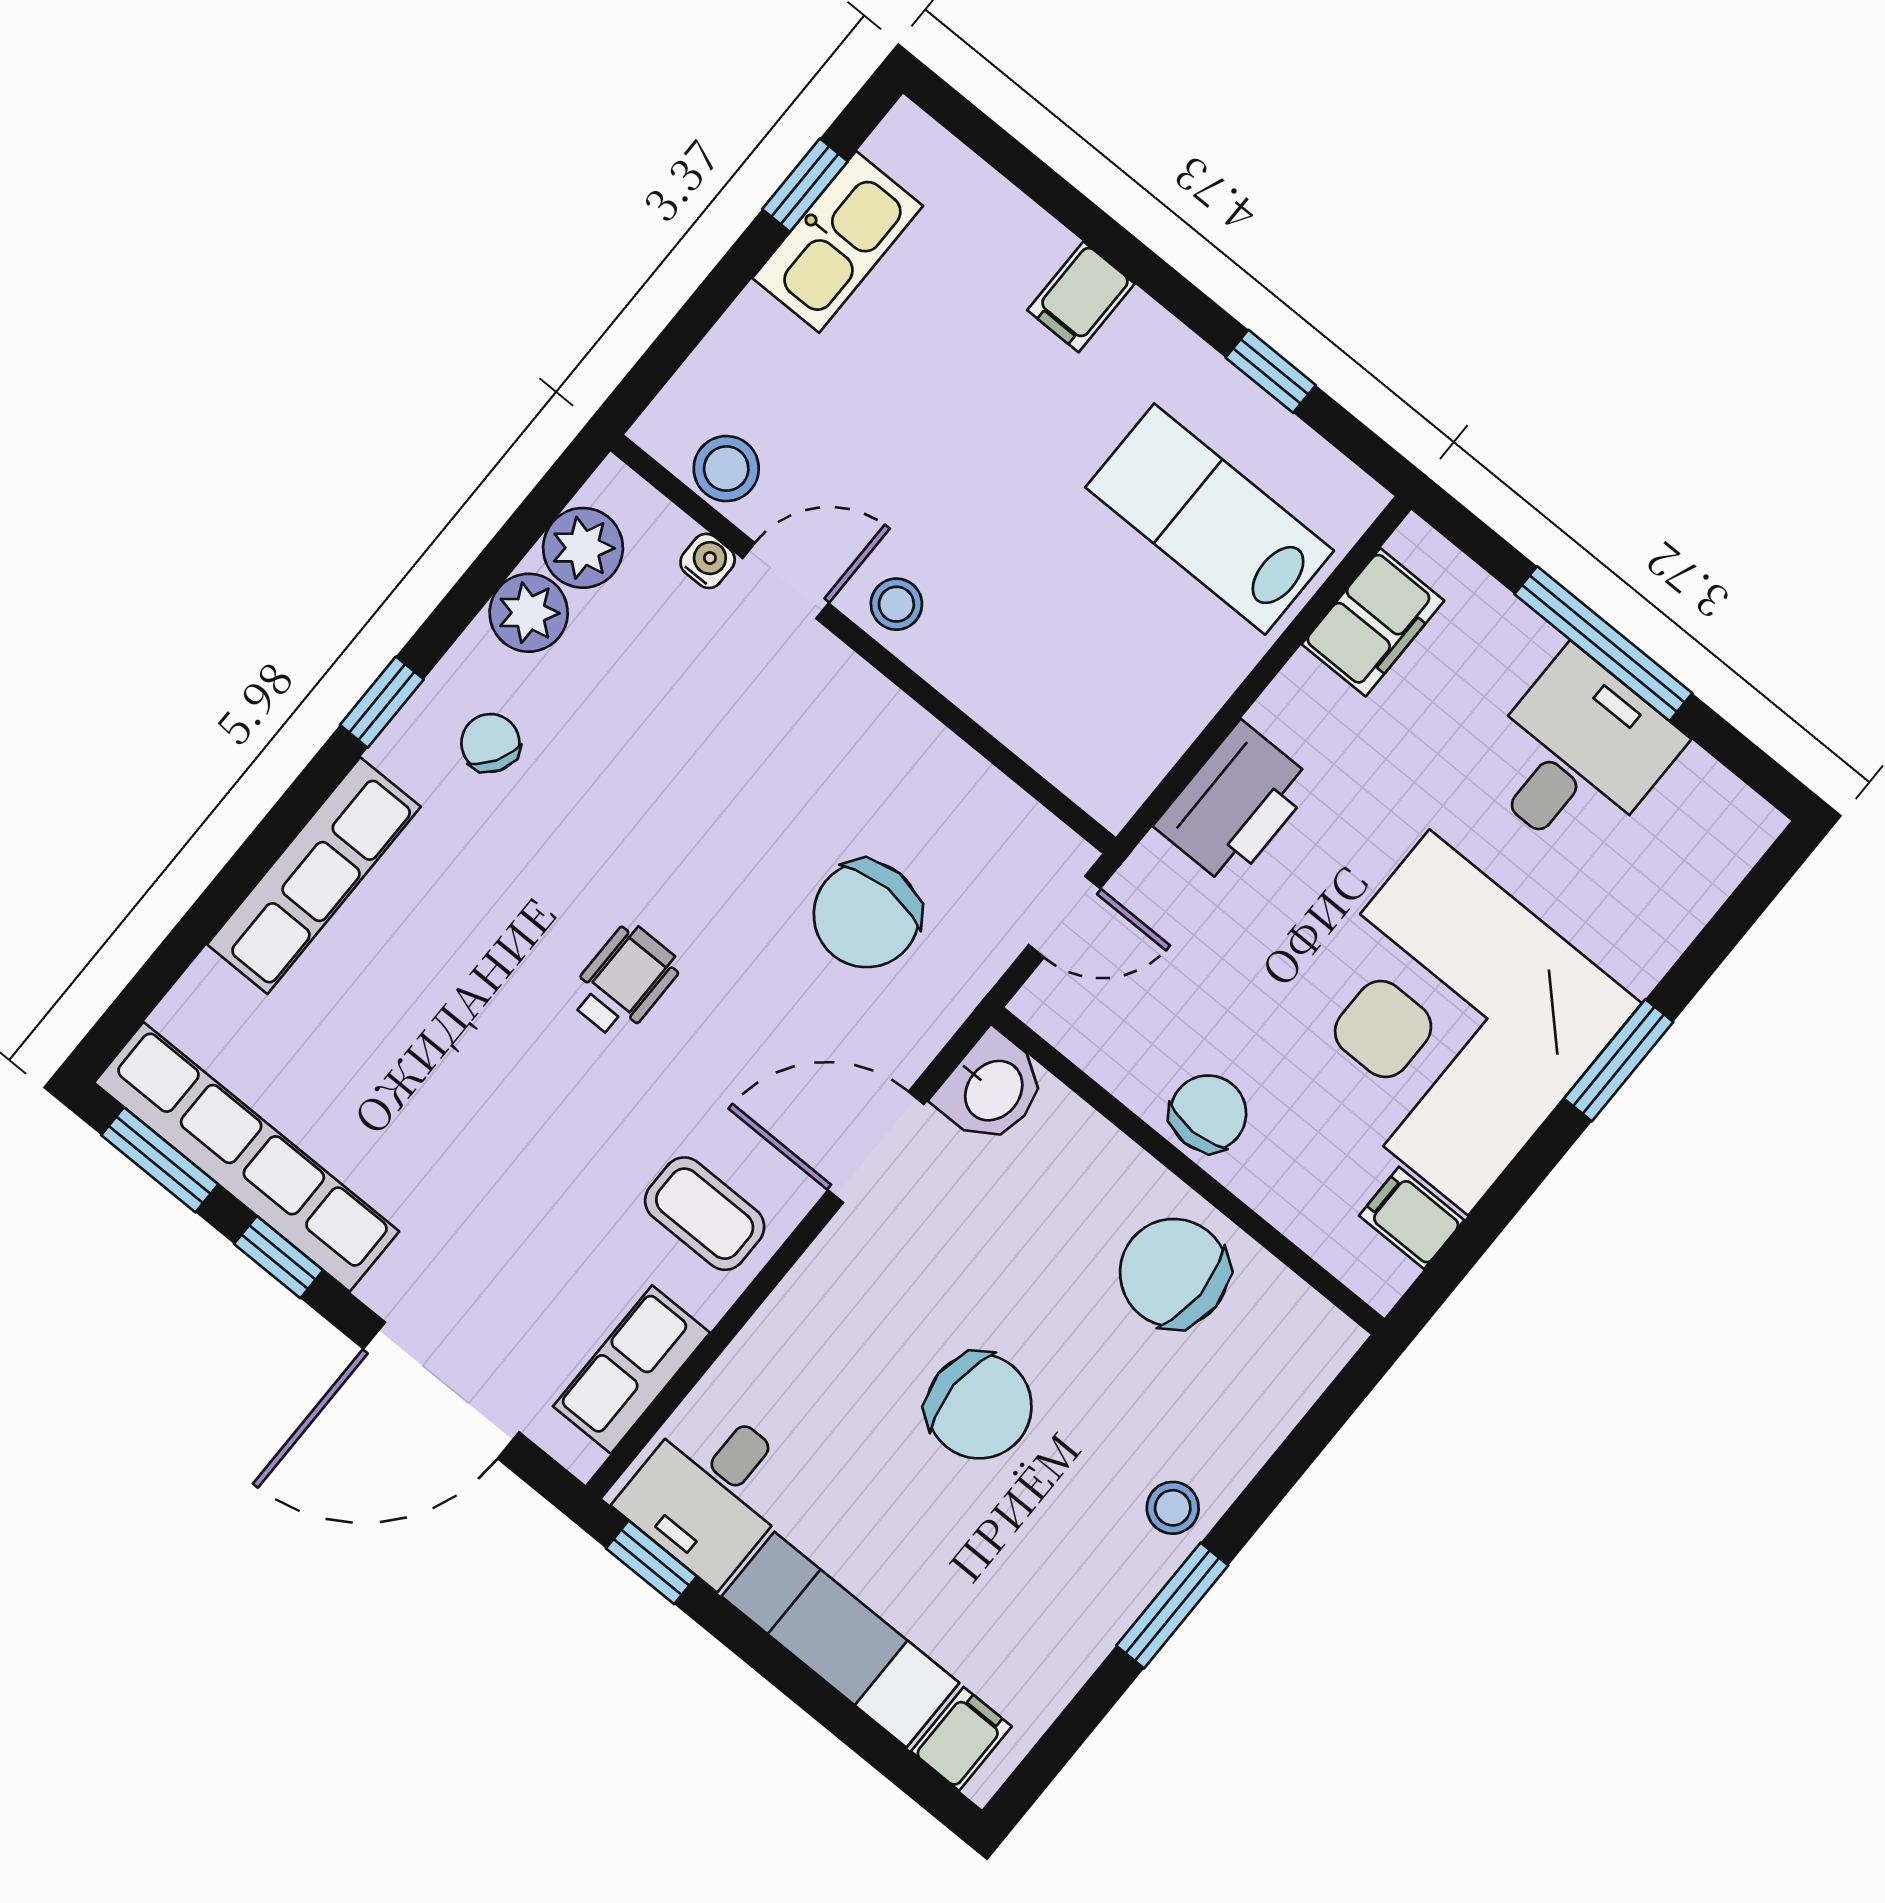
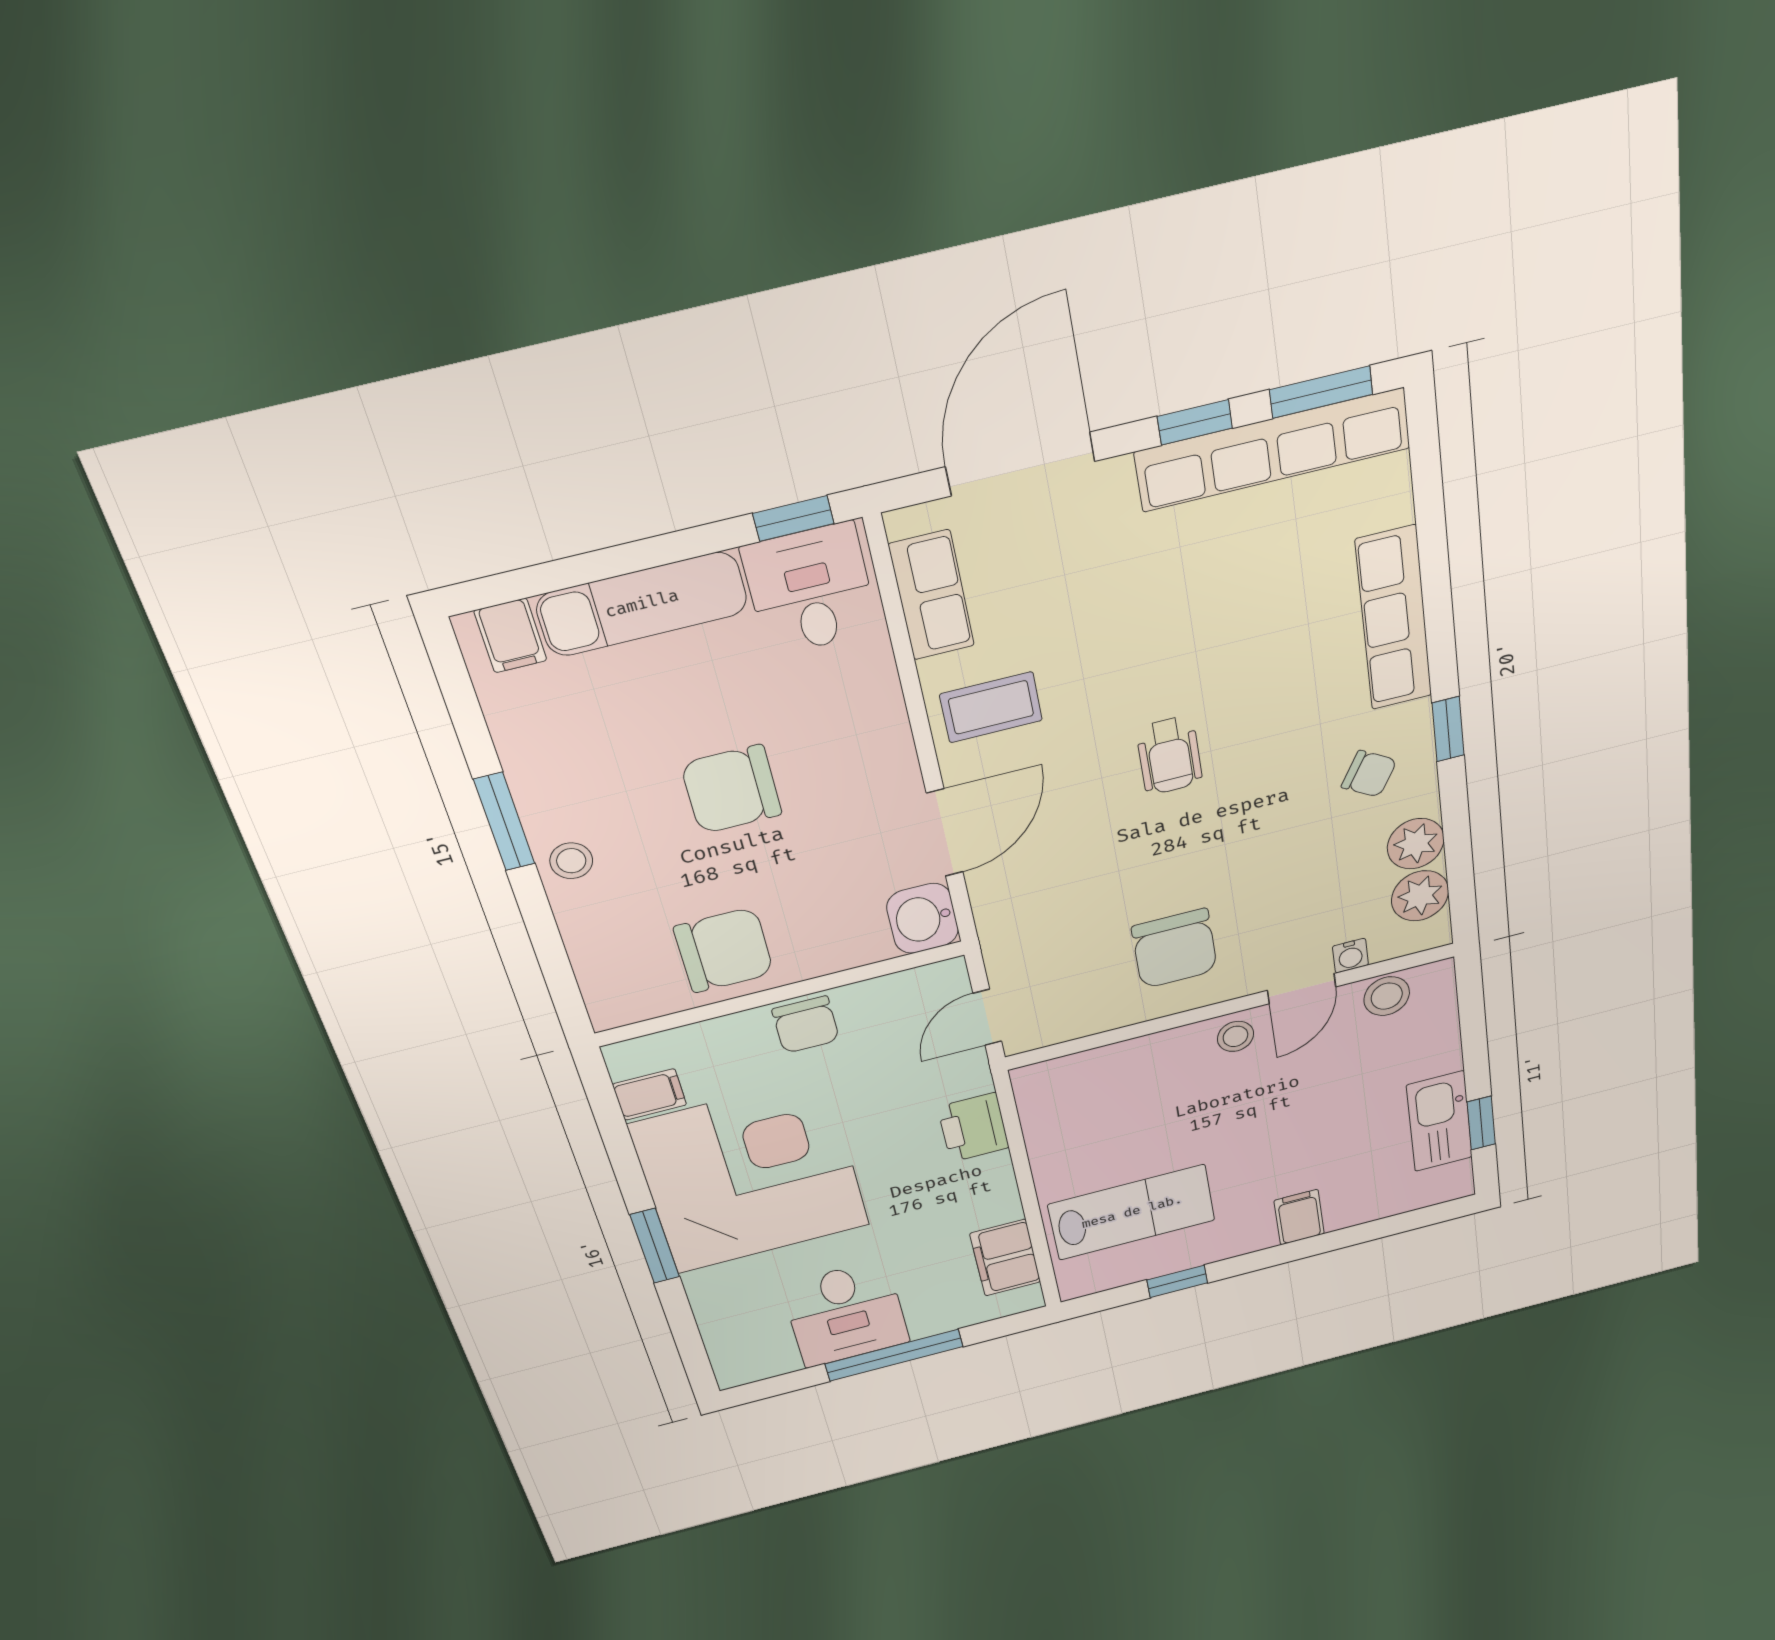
printer: (1235, 804) -> (973, 1127), width x0.73, depth x0.84
chair: (867, 914) -> (1174, 949), moved, turned 180

